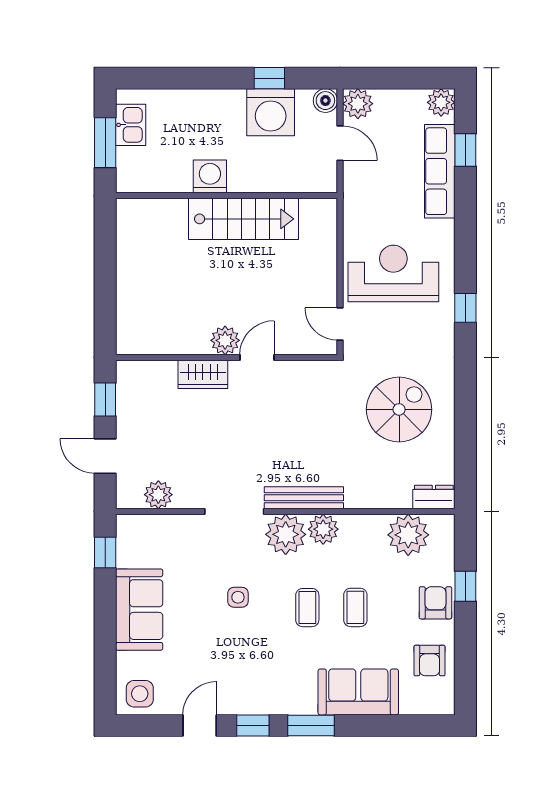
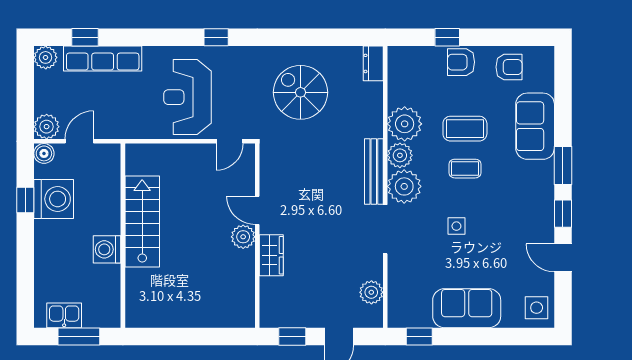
plant: (408, 535) -> (405, 124), moved
coffee table: (355, 607) -> (465, 129), width x1.36, depth x1.30

